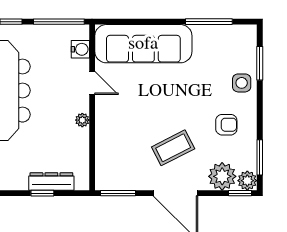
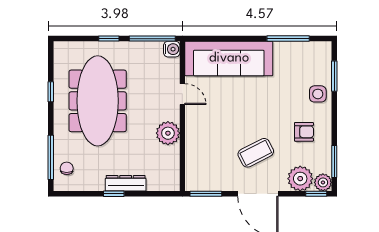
water cooler: (80, 49) -> (172, 49), moved
plant: (82, 120) -> (168, 133), width x1.88, depth x1.88
dresser: (51, 181) -> (126, 183), moved
window: (42, 193) -> (114, 194), moved

